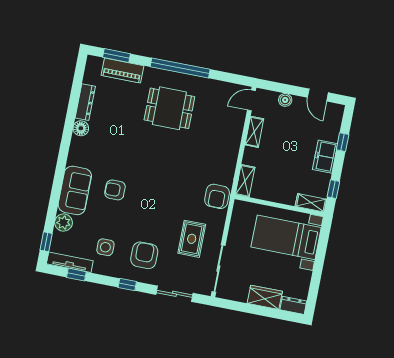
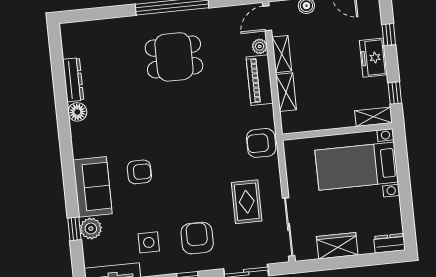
window: (116, 56) -> (93, 14), removed
piano: (122, 71) -> (260, 80), moved, turned 90
plant: (239, 121) -> (260, 46), added
shelving: (245, 181) -> (286, 92), moved
armchair: (115, 190) -> (139, 172), turned 180
armchair: (217, 196) -> (261, 143), turned 90
window: (46, 242) -> (74, 229), moved
wardrobe: (265, 297) -> (337, 246), moved

